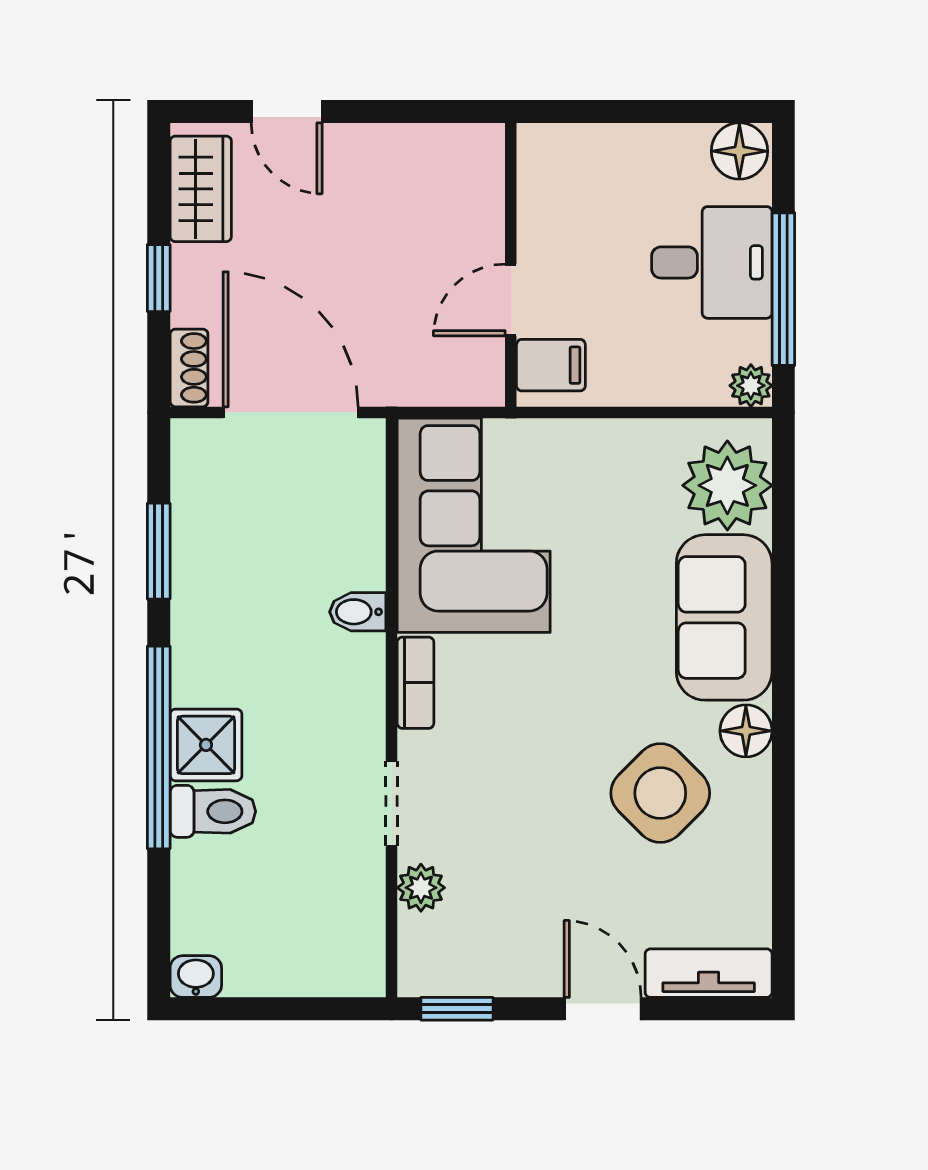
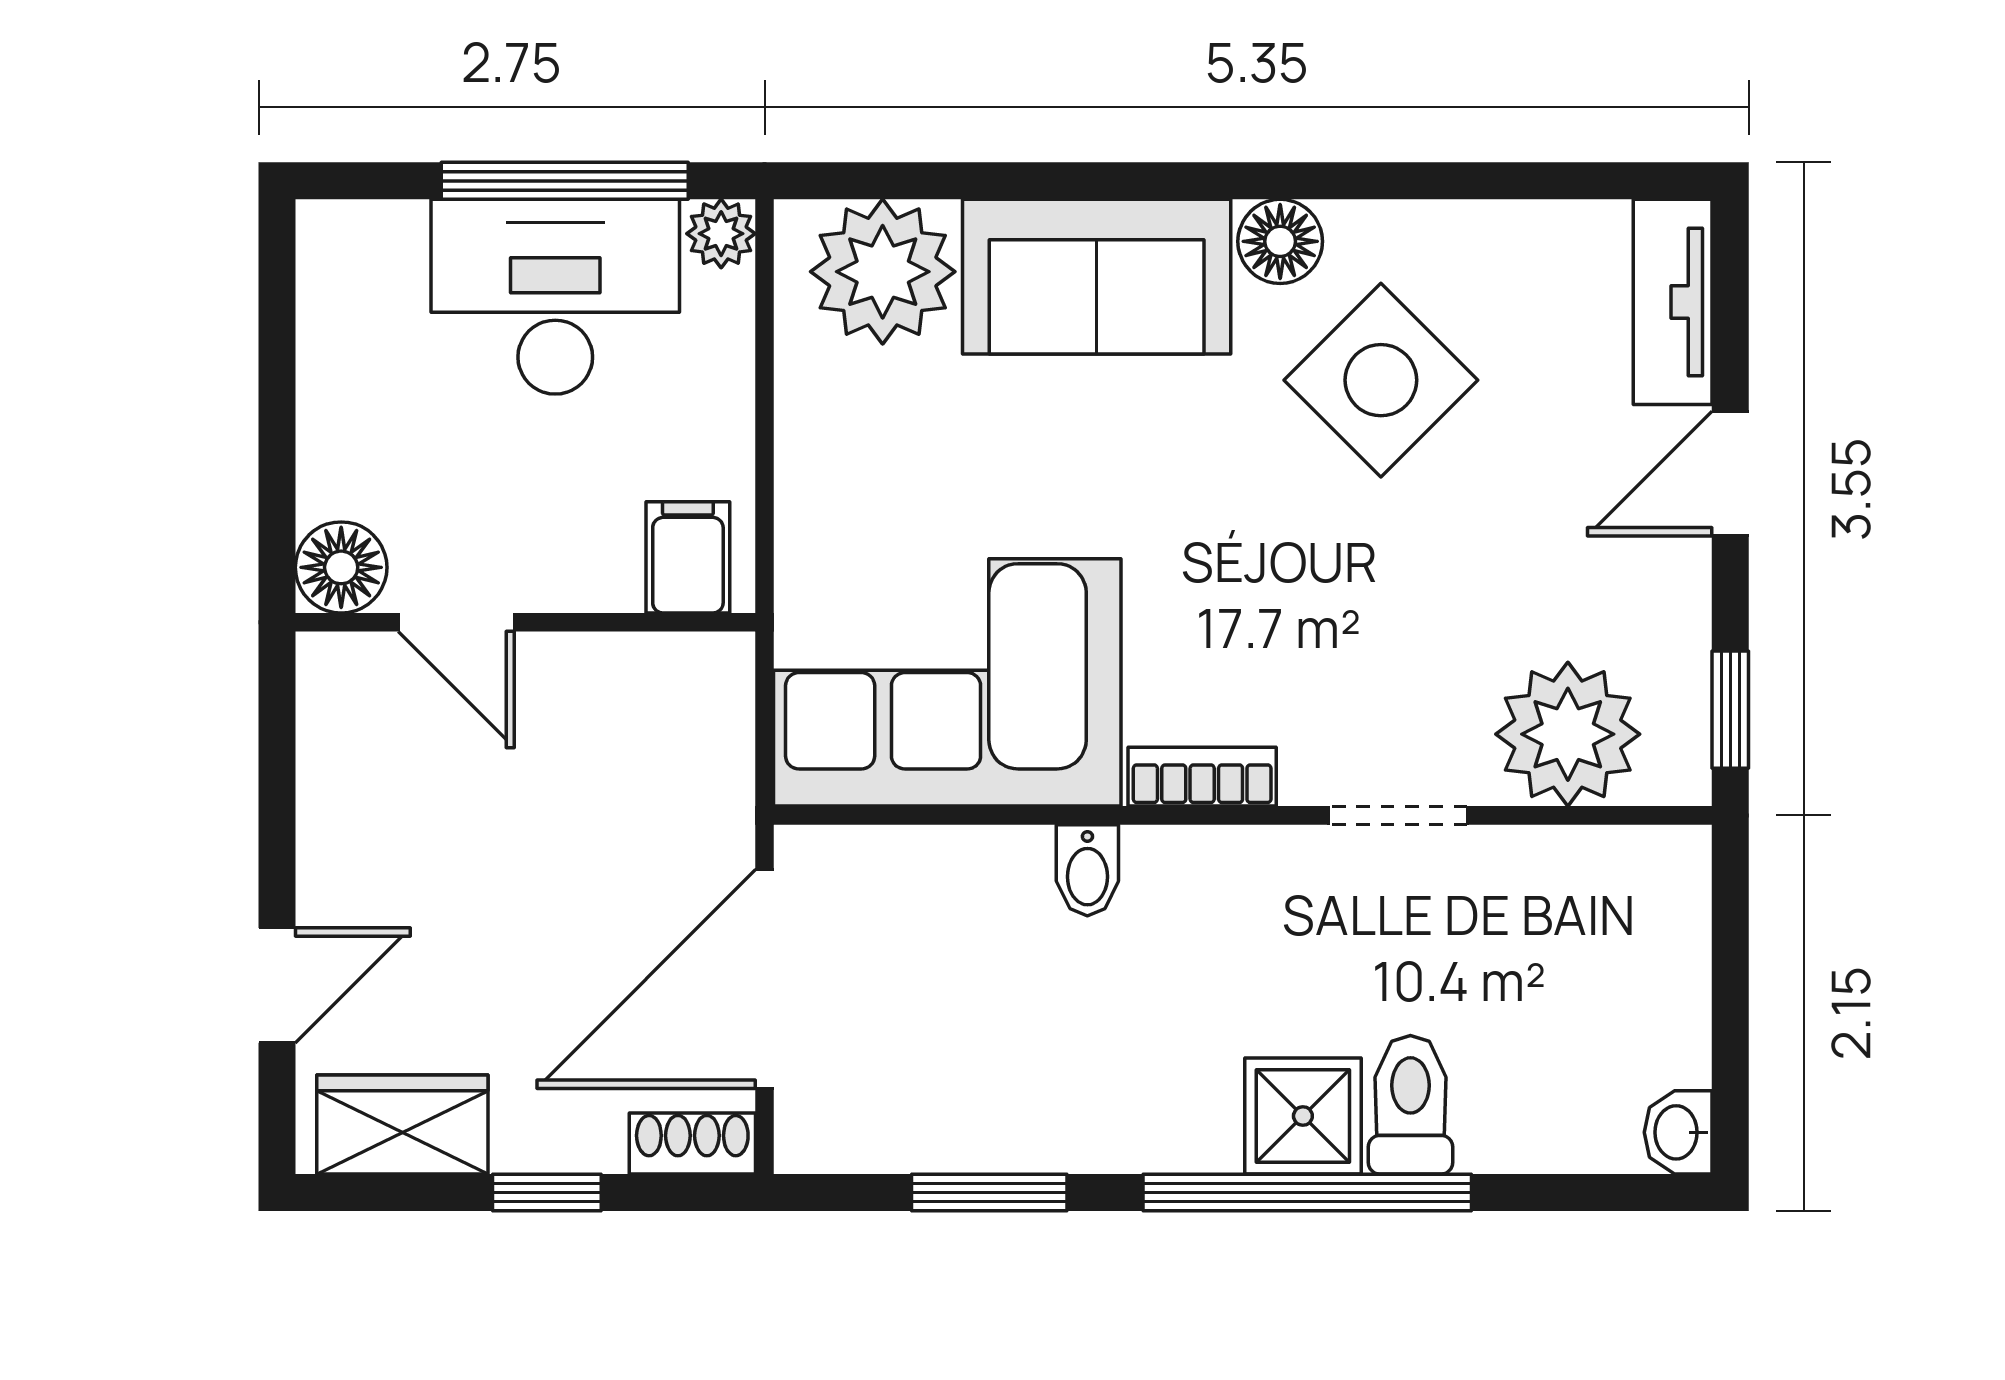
floor lamp: (739, 151) -> (341, 567), moved
desk: (712, 262) -> (555, 297), width x1.37
door: (511, 300) -> (456, 622), moved
plant: (421, 888) -> (1568, 734), width x1.87, depth x1.87

